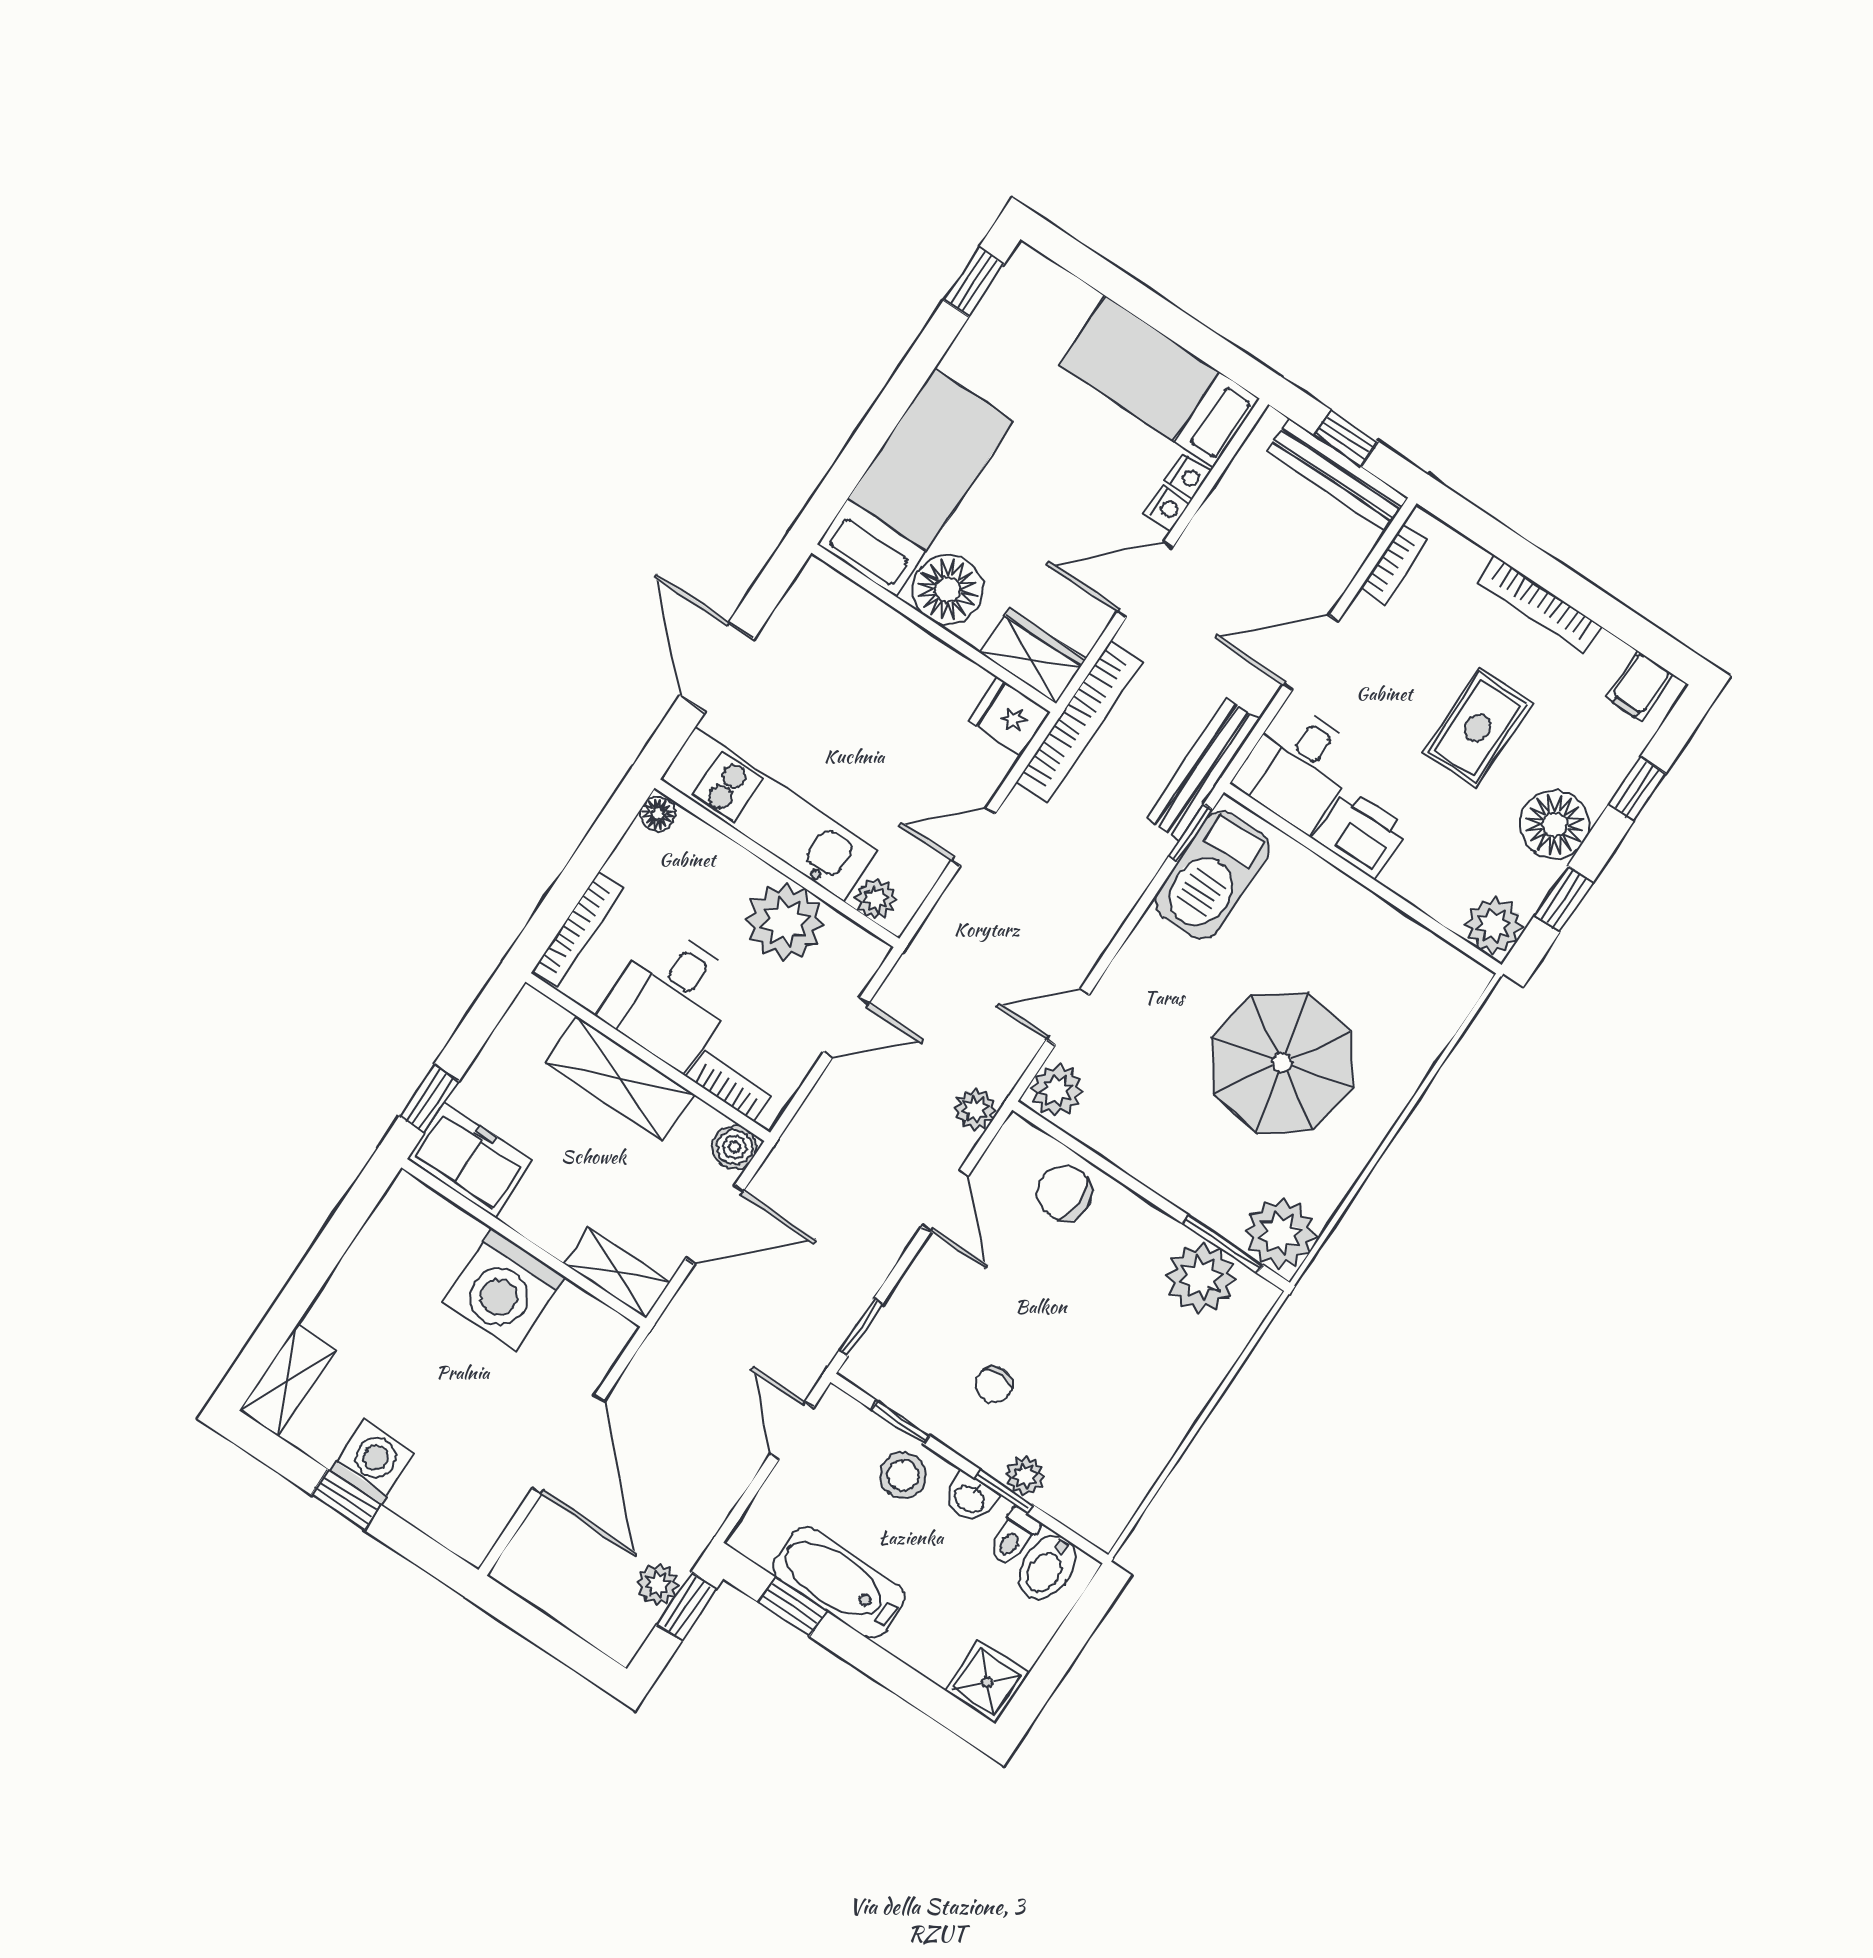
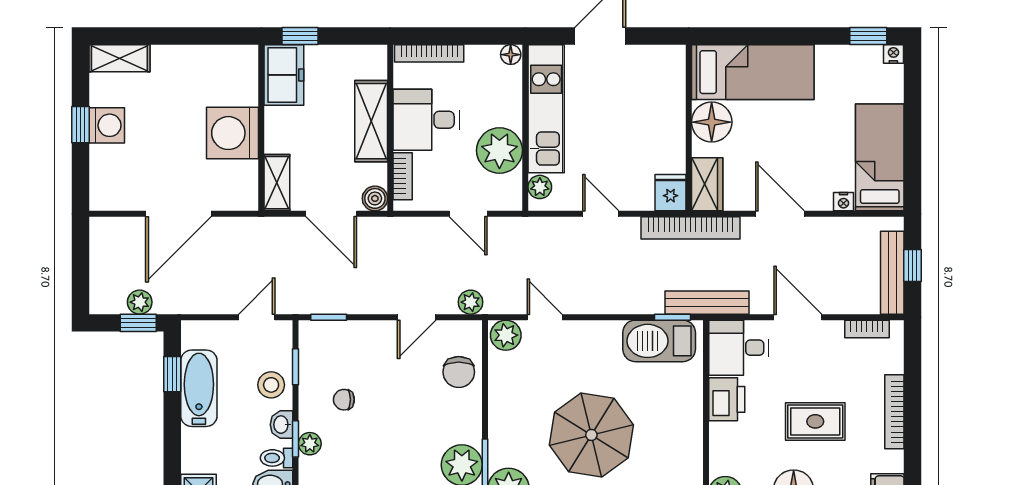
nightstand: (1167, 508) -> (893, 54), moved, turned 180
chair: (1064, 1193) -> (459, 372), turned 180

